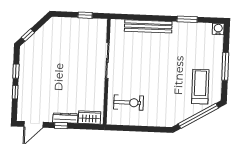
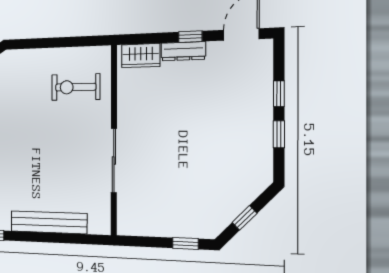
window: (85, 15) -> (185, 243), moved
window: (28, 35) -> (245, 218), moved

